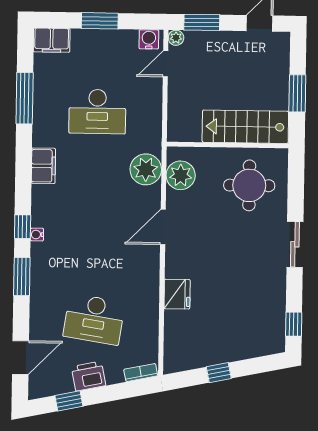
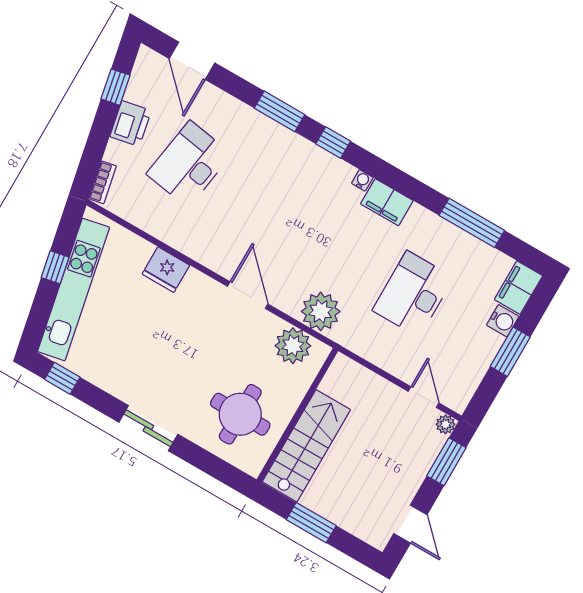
water cooler: (149, 39) -> (503, 321), moved
water cooler: (37, 235) -> (362, 180), moved
kitchen unit: (227, 351) -> (74, 289), added

